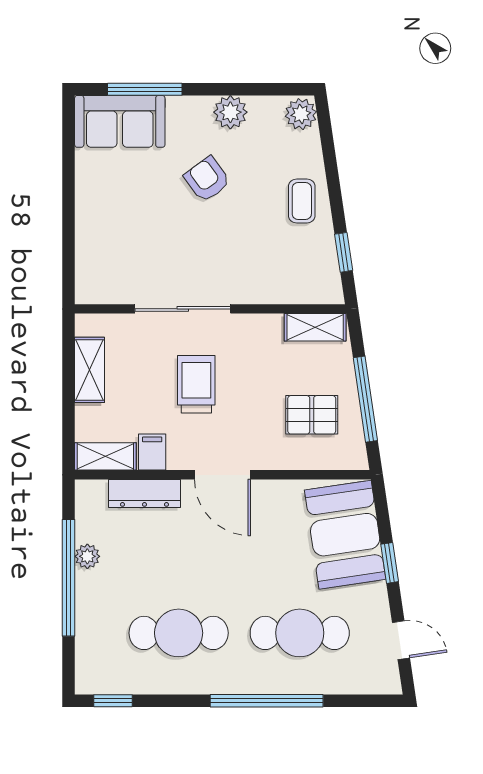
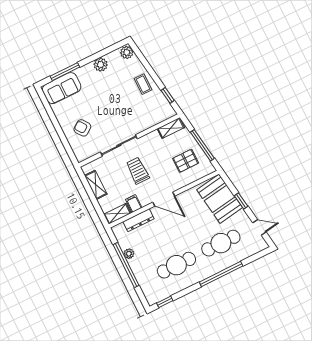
armchair: (207, 179) -> (82, 128), moved

